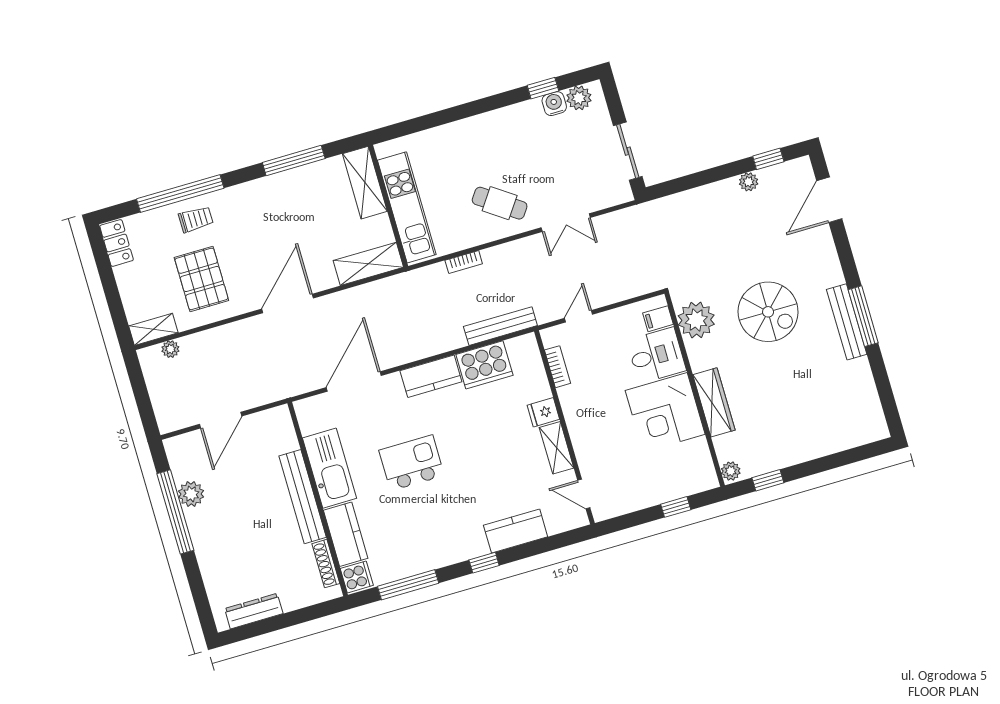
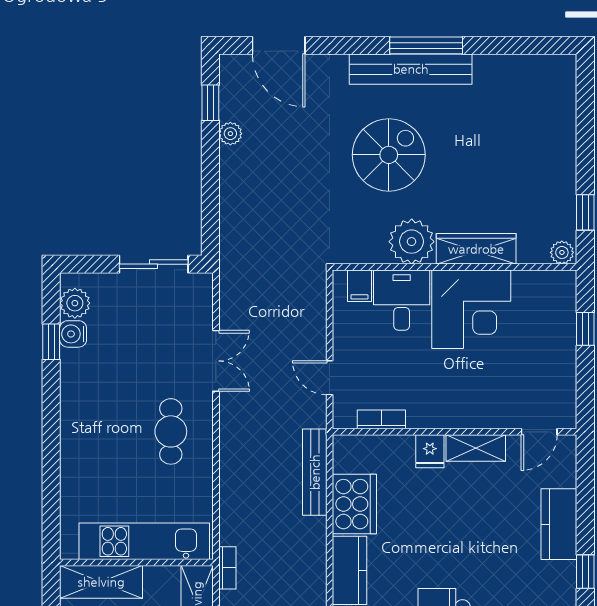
cafe table: (500, 203) -> (171, 431), turned -35
bookcase: (464, 262) -> (227, 568), moved
plant: (696, 320) -> (412, 242), moved
bench: (847, 322) -> (411, 69), width x1.37, depth x1.21

